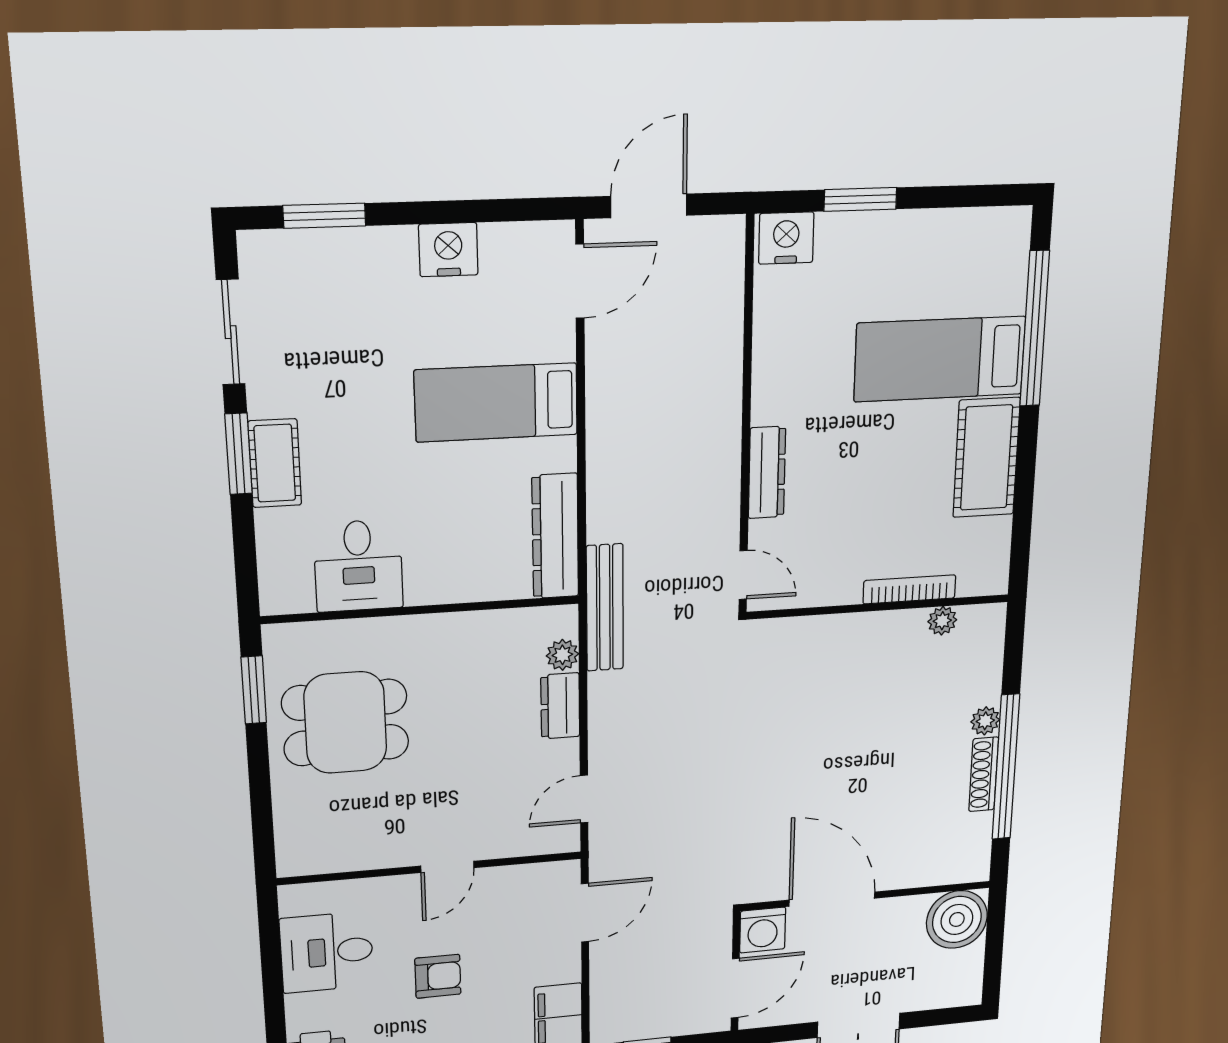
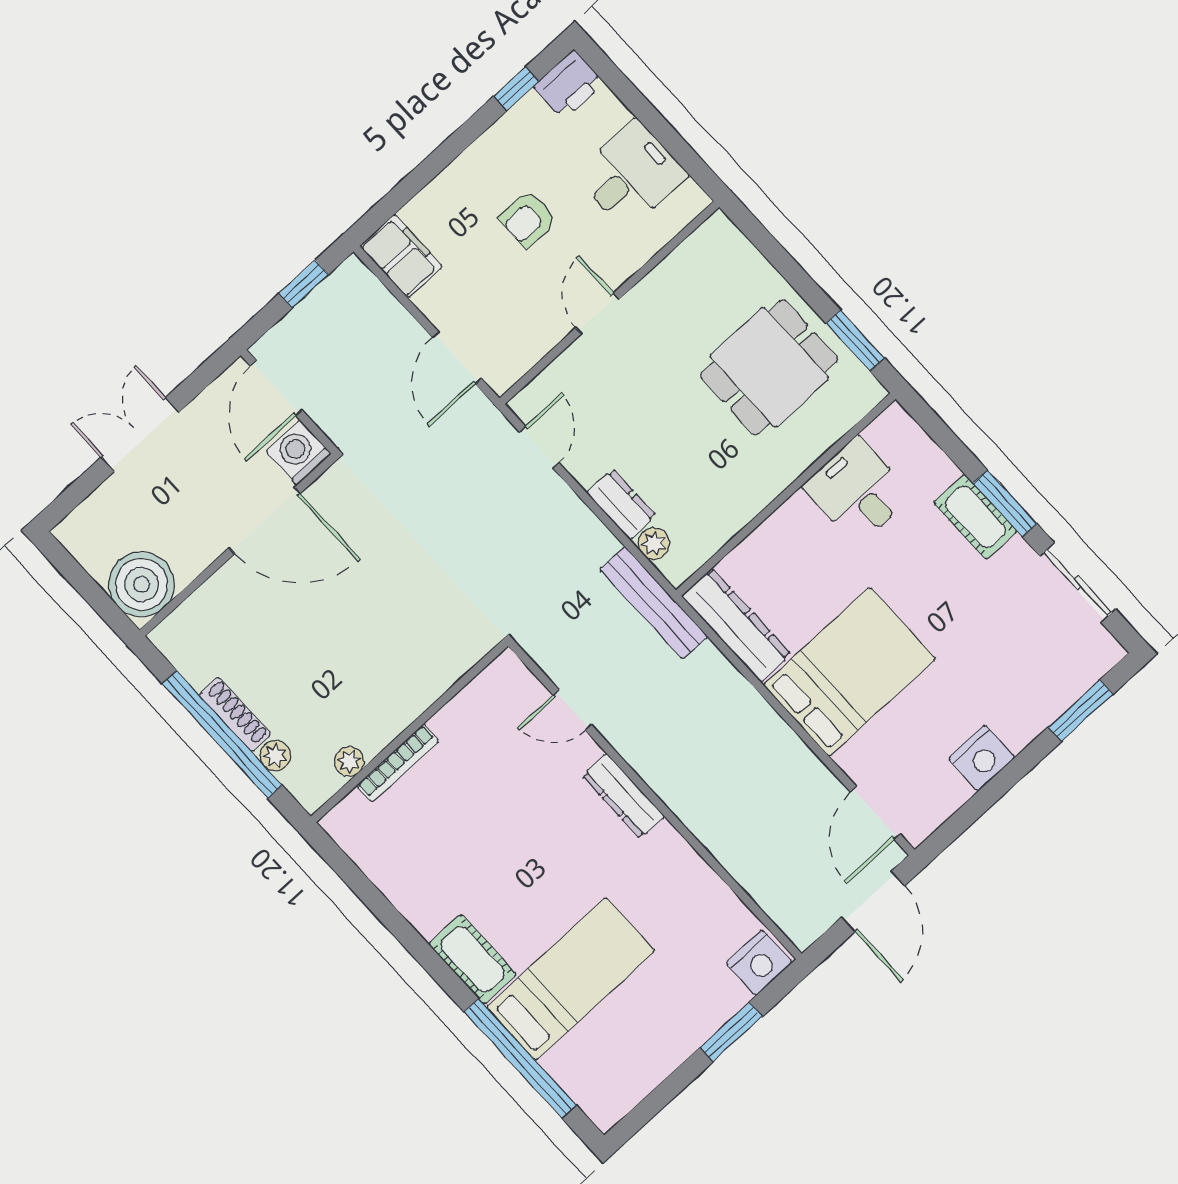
bed: (496, 402) -> (849, 672), width x1.50
cot: (986, 458) -> (473, 959), width x0.73, depth x0.75
bookcase: (909, 589) -> (398, 763), moved
wall: (879, 607) -> (409, 731), moved
plant: (942, 621) -> (349, 762), moved

